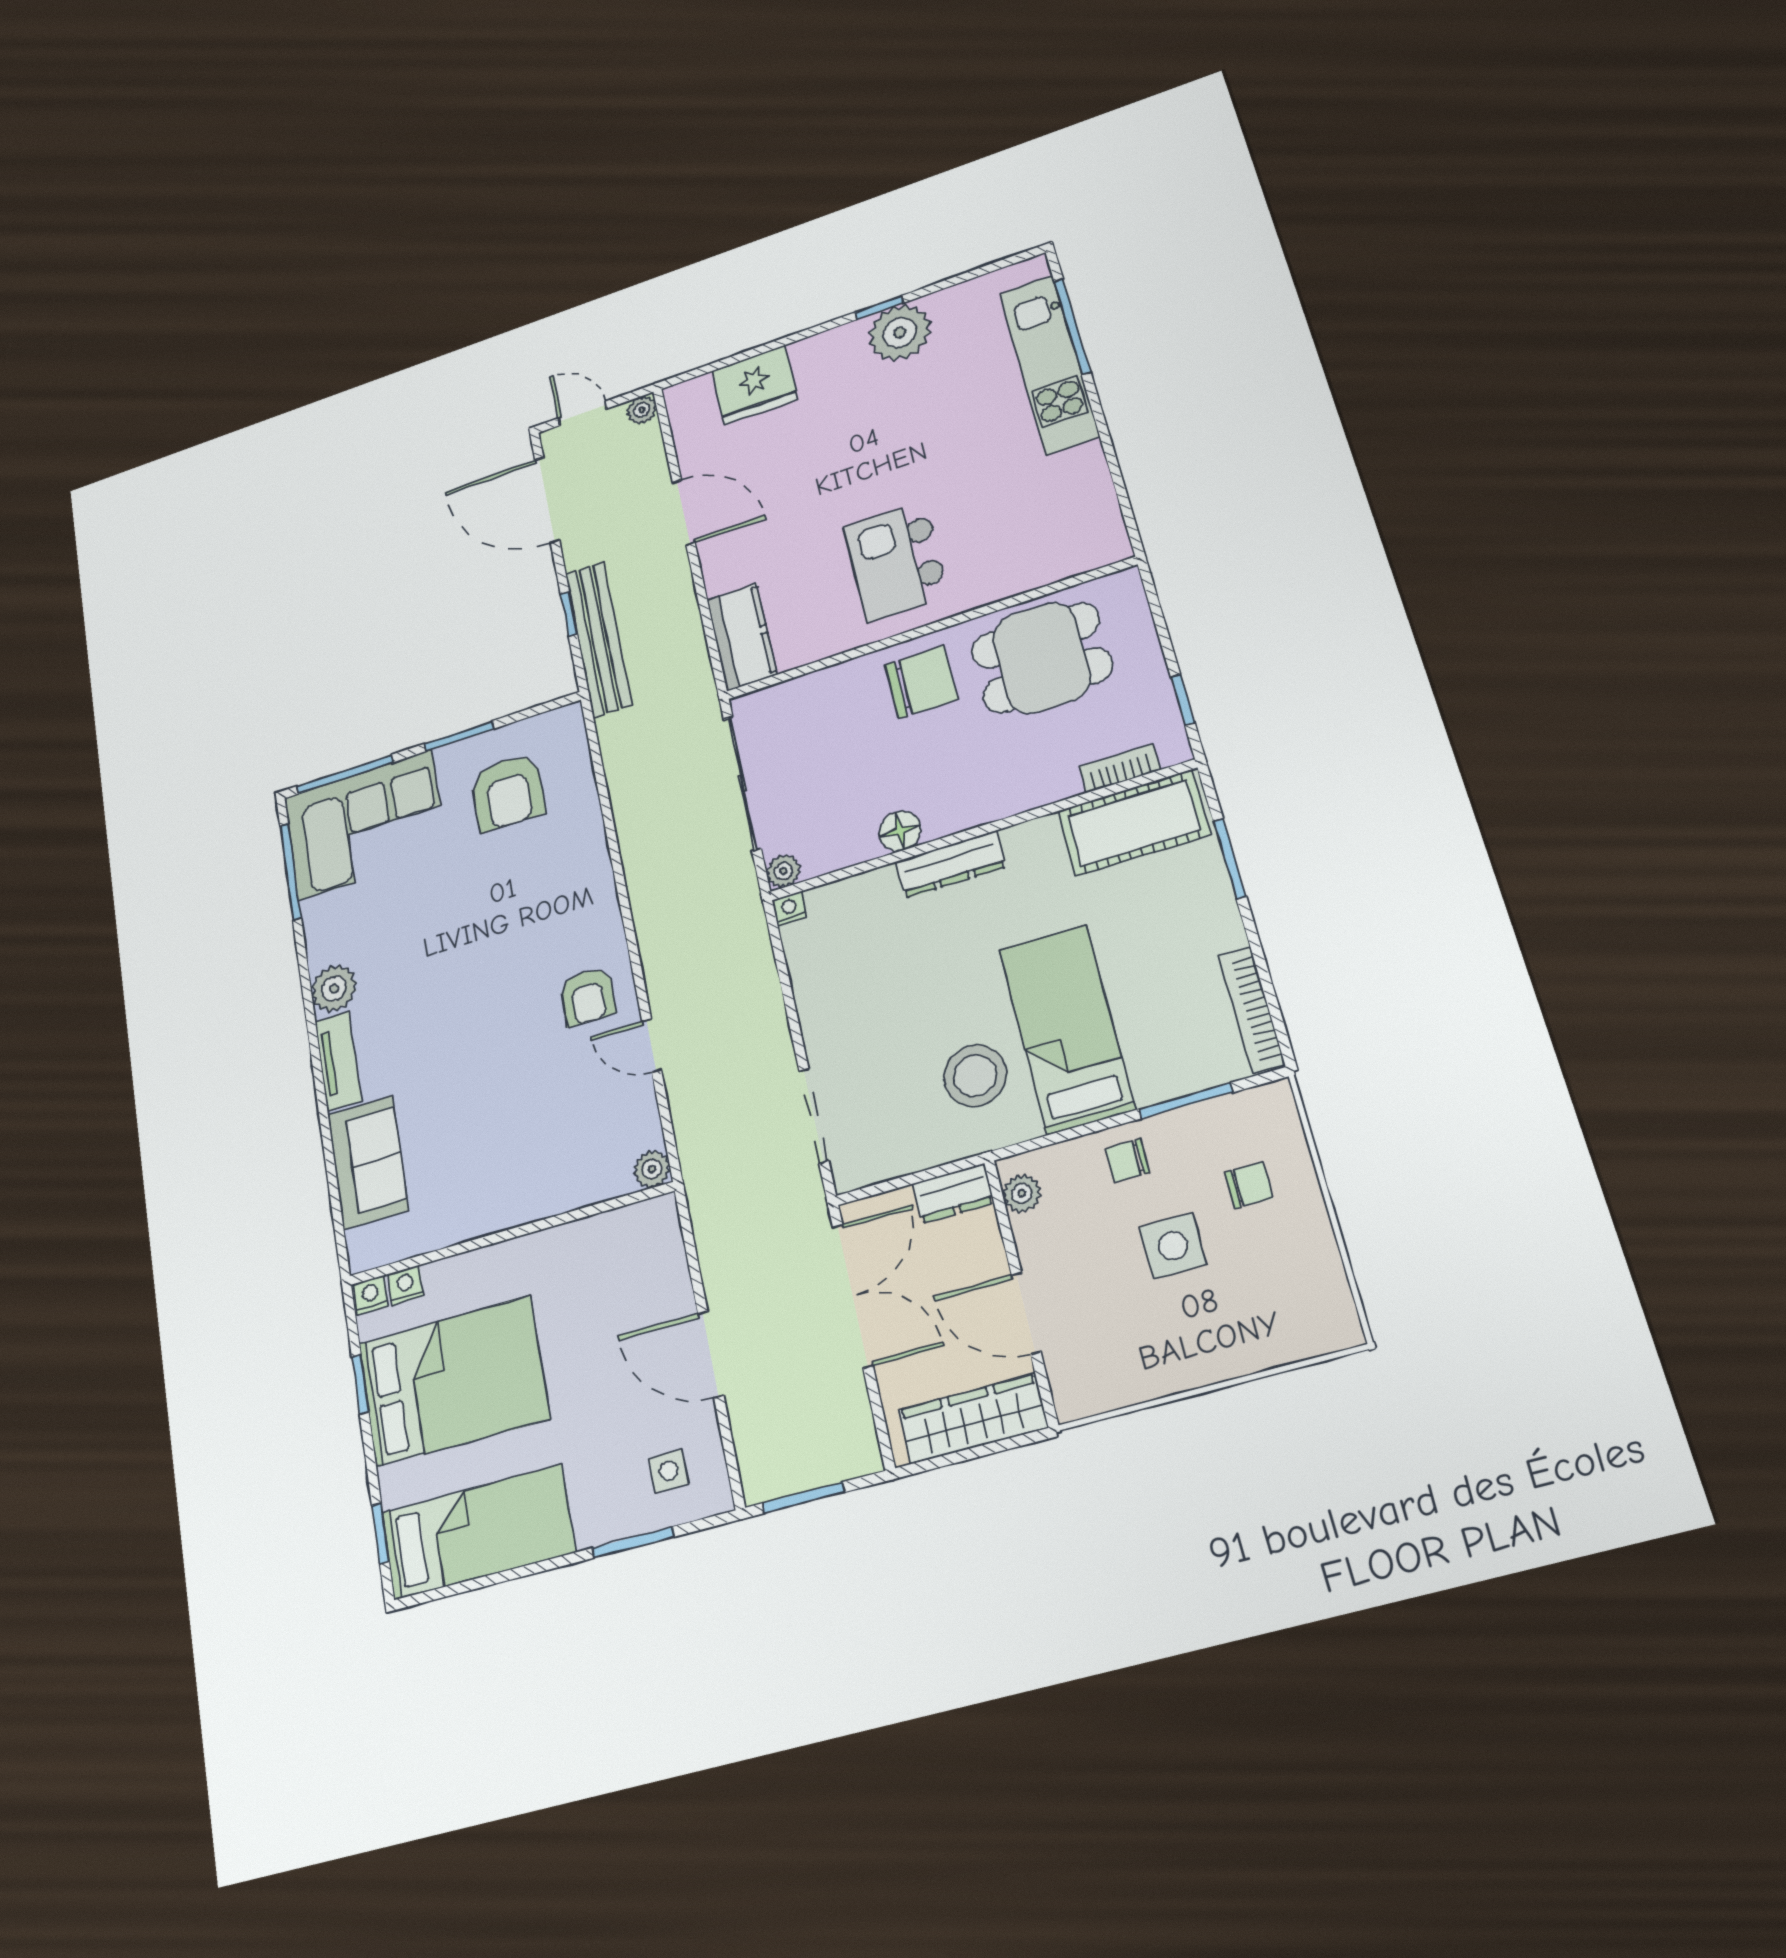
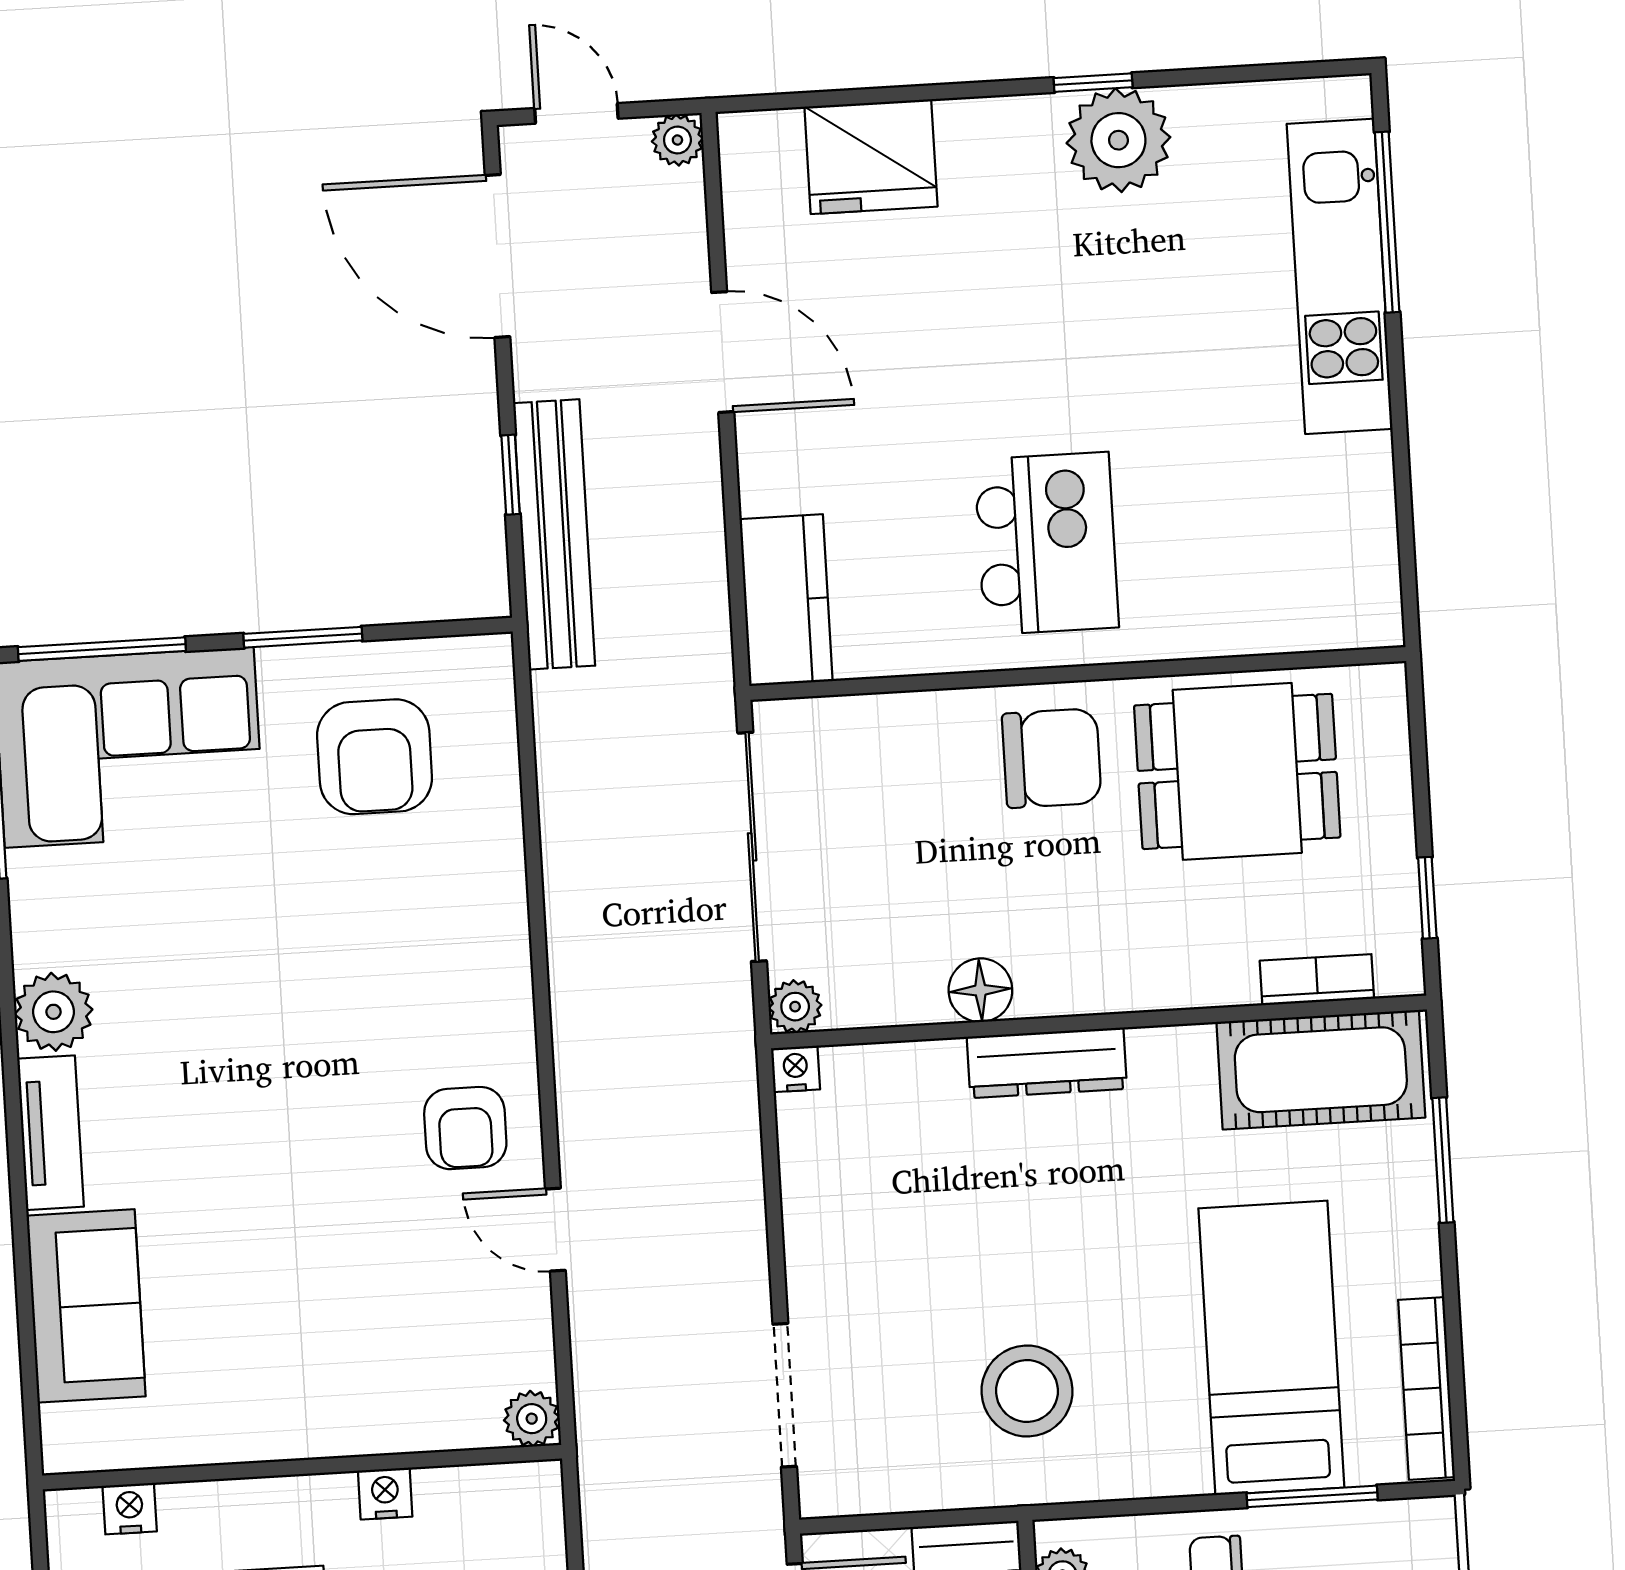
kitchen island: (896, 561) -> (1047, 543), turned 180
bed: (1067, 1029) -> (1271, 1348), moved
nightstand: (370, 1295) -> (385, 1494), moved

